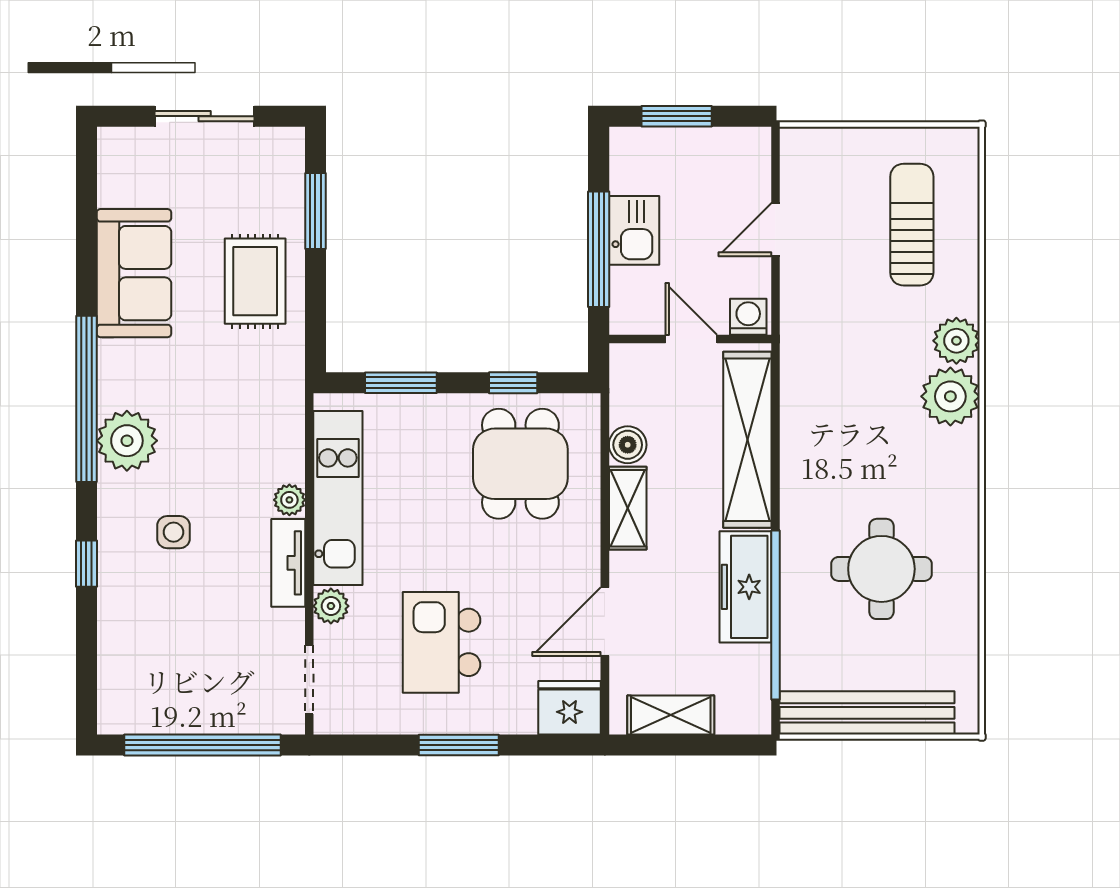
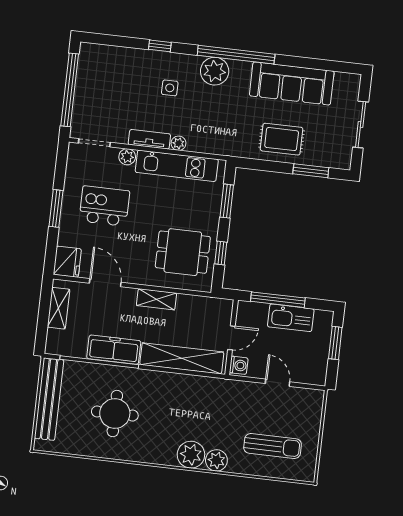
kitchen sink: (634, 230) -> (291, 318), width x1.38
sofa: (134, 273) -> (292, 83), width x1.36
boiler: (628, 445) -> (186, 303), removed

